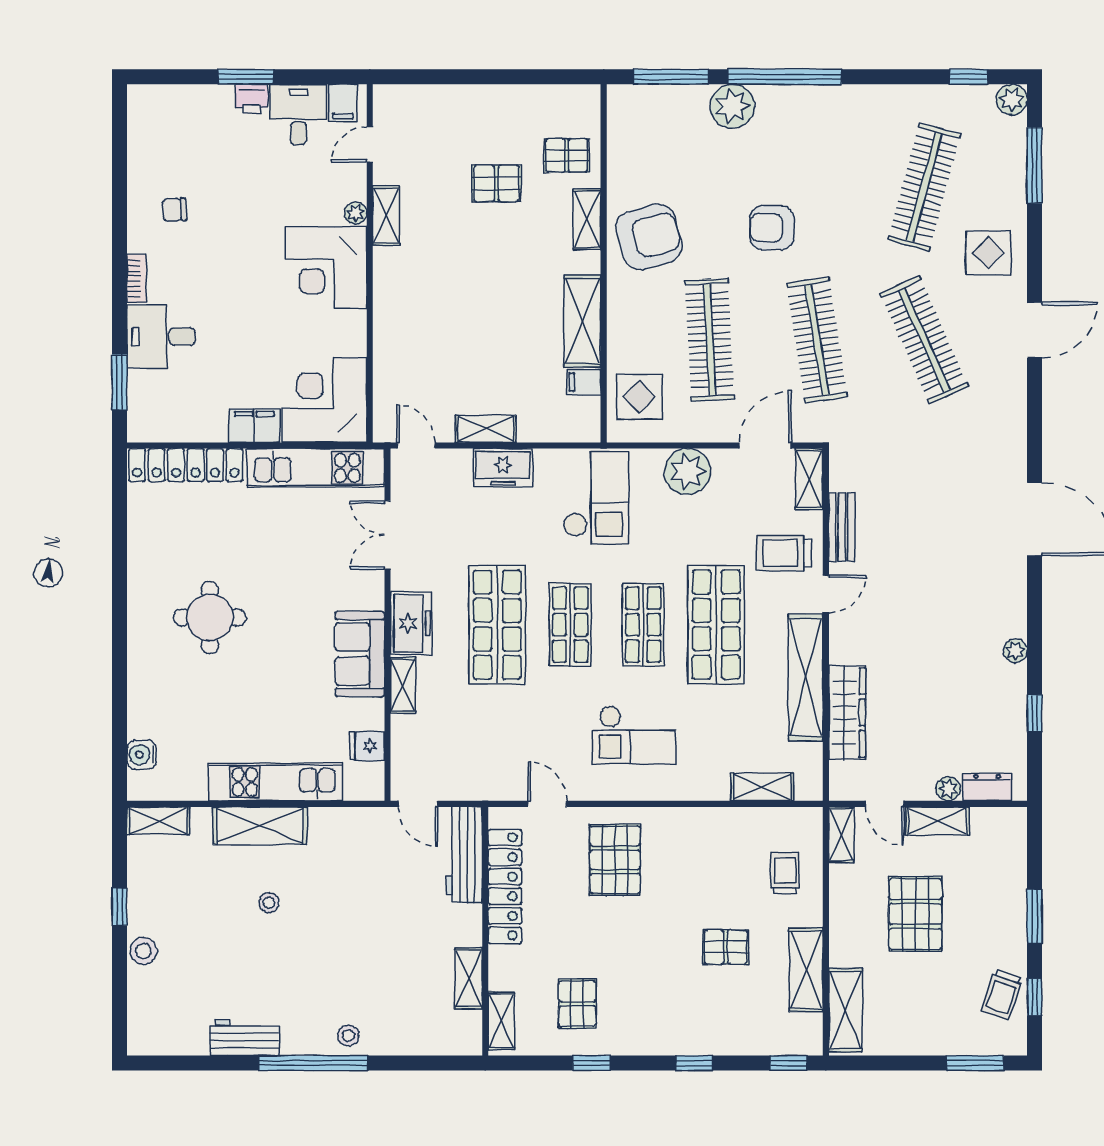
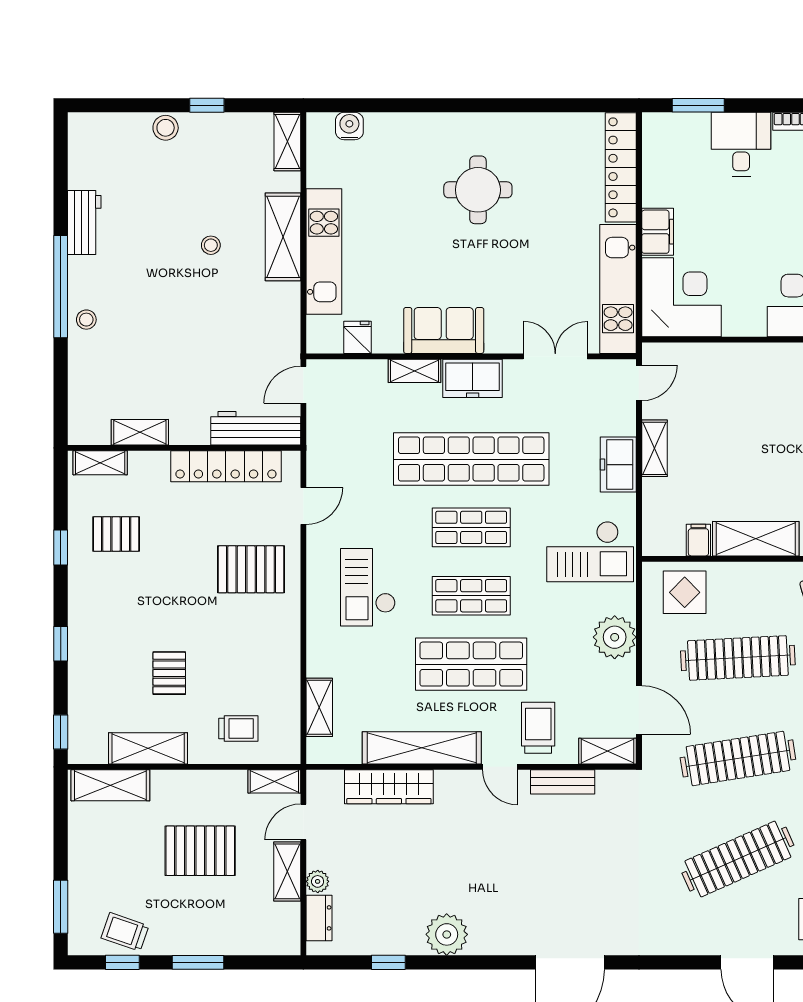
shop shelf: (497, 625) -> (471, 459), width x1.40
plant: (1015, 651) -> (447, 934), width x1.88, depth x1.88

